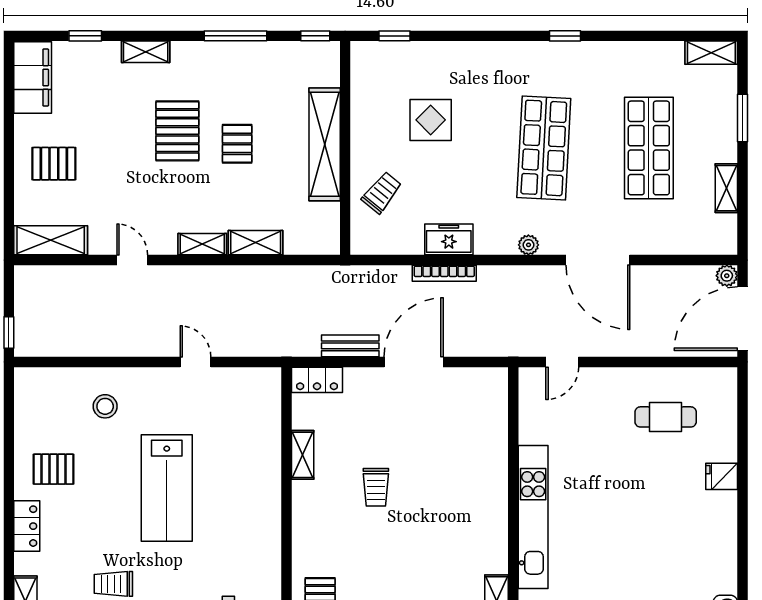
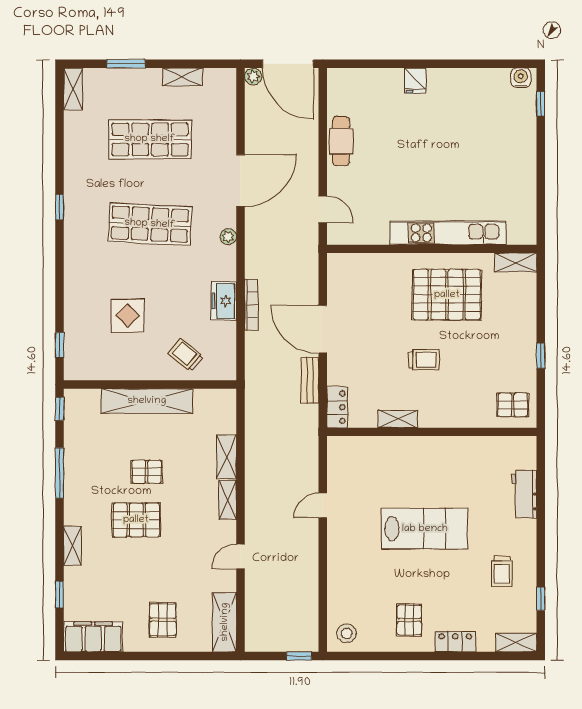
stool: (105, 406) -> (346, 633), moved
cafe table: (666, 417) -> (341, 141), moved
pallet: (457, 516) -> (447, 295), added

